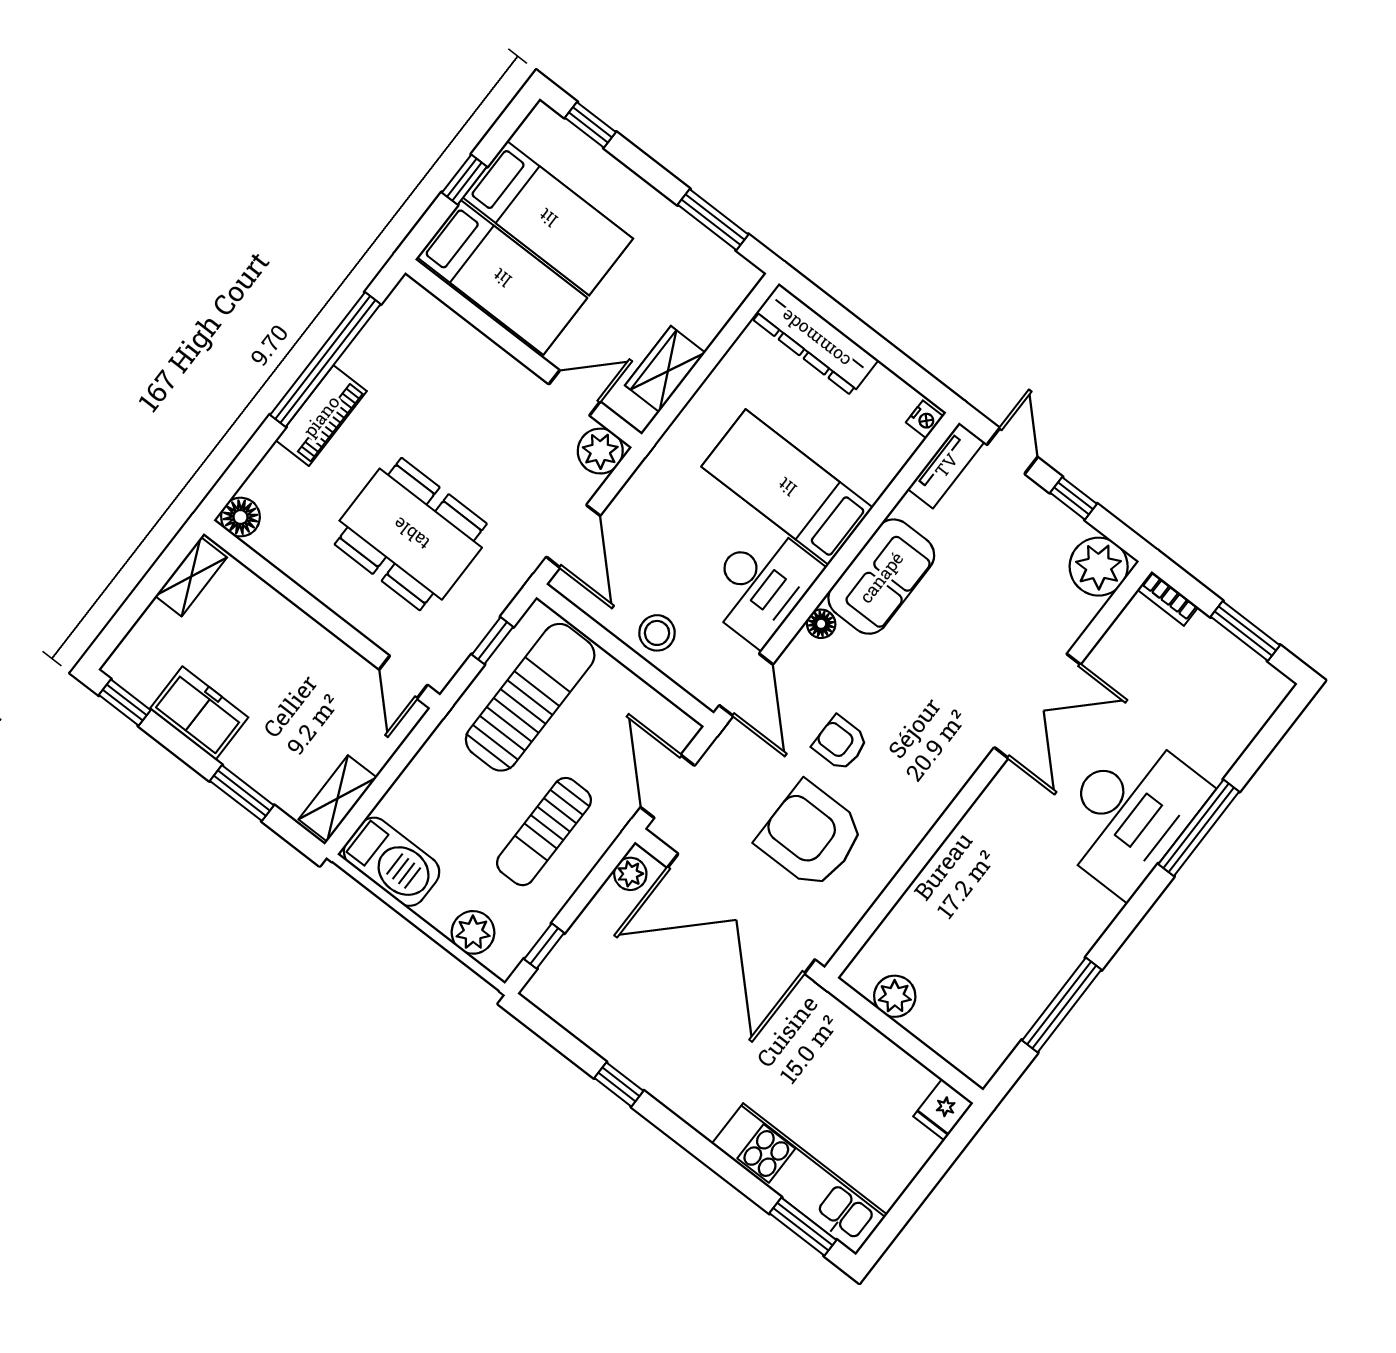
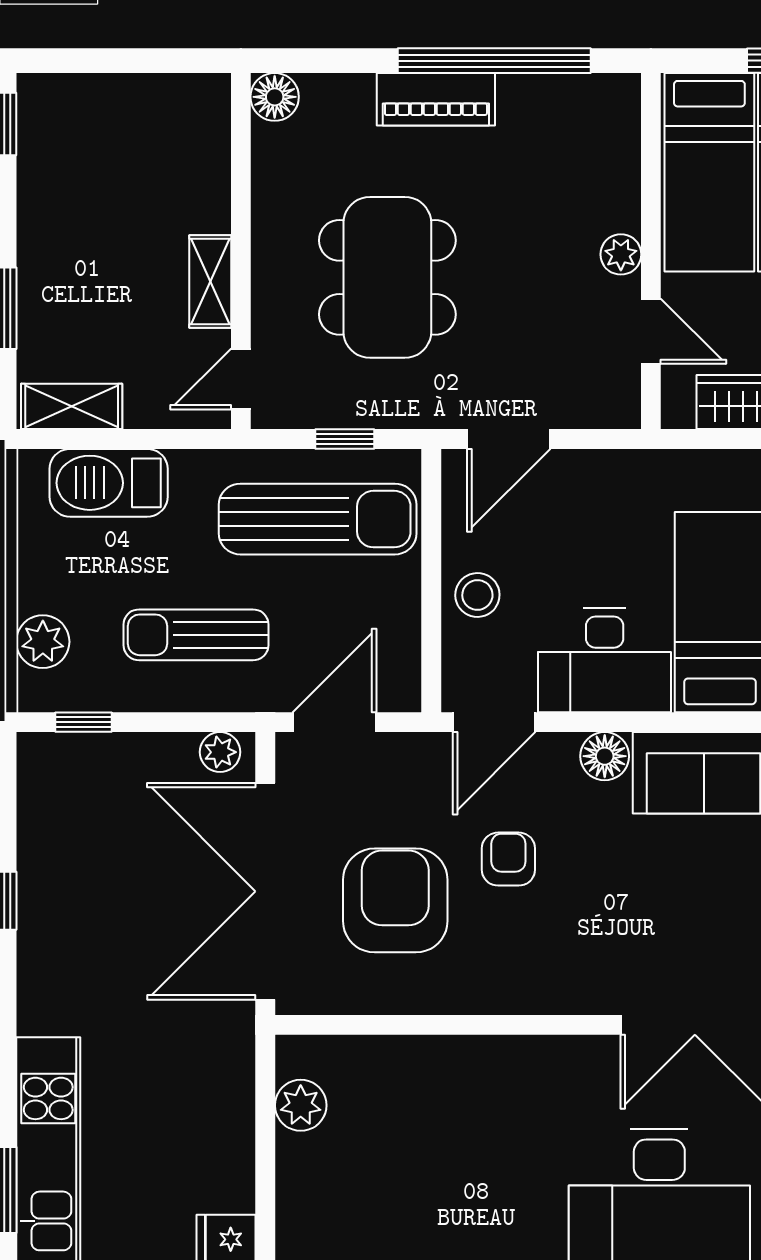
plant: (600, 451) -> (621, 254), moved, width x0.73, depth x0.73
shelving: (191, 577) -> (210, 282), moved, turned 90
floor lamp: (821, 624) -> (605, 756), width x1.37, depth x1.37
freezer: (199, 713) -> (50, 205), removed
barbecue: (392, 862) -> (109, 483), moved, turned 90

